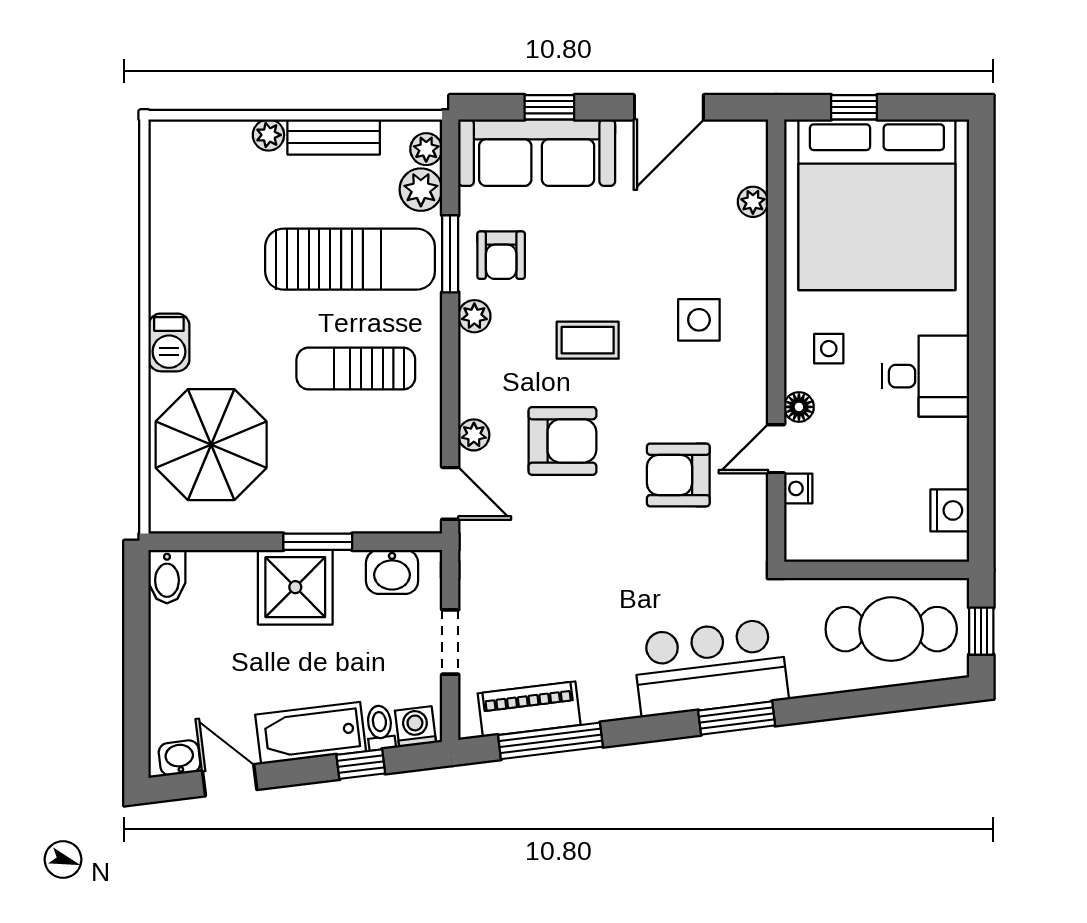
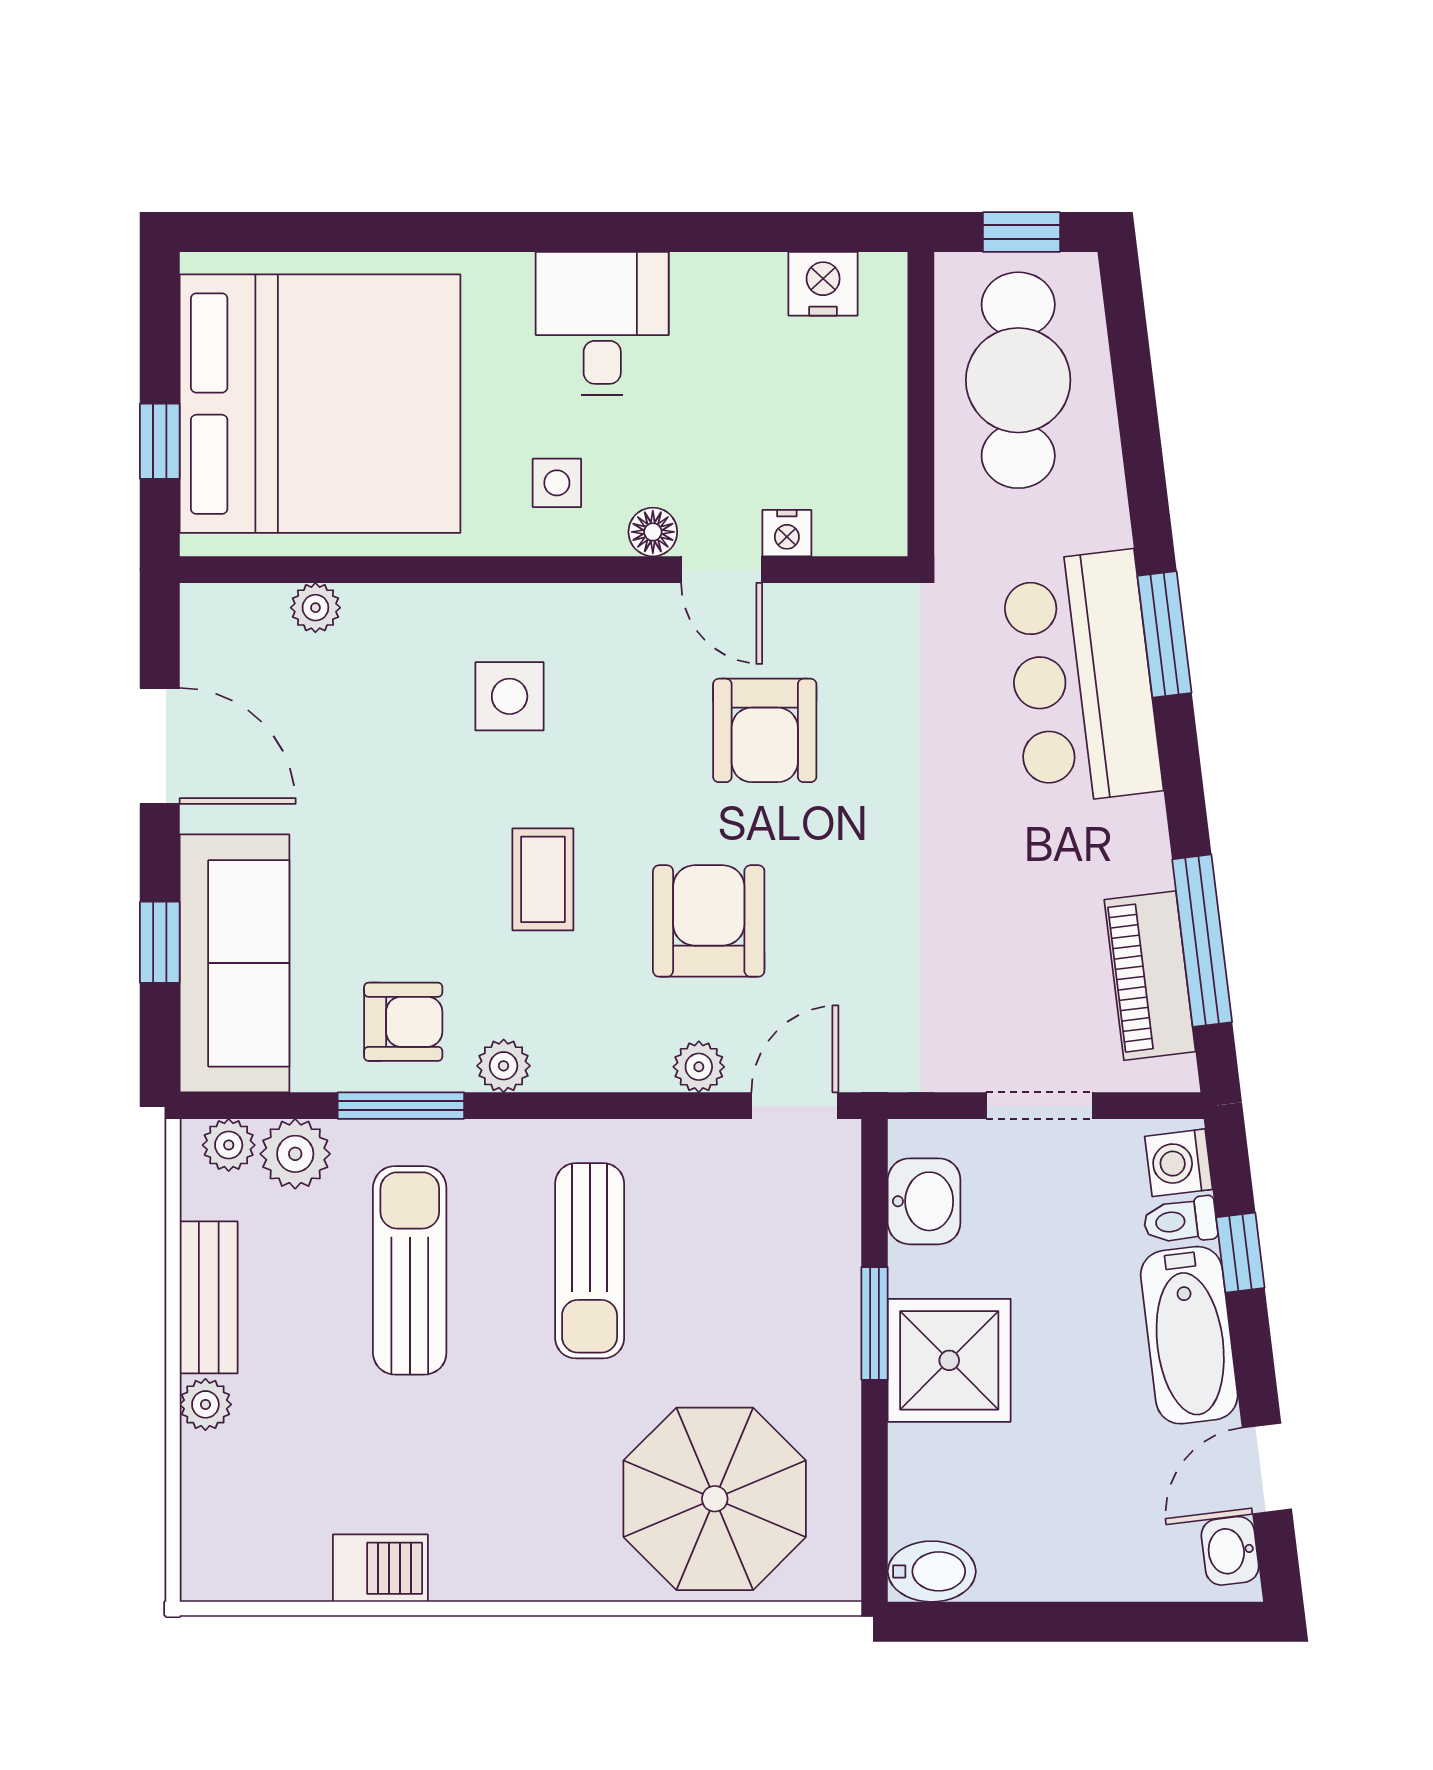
sun lounger: (350, 259) -> (410, 1270), width x0.73, depth x0.75
barbecue: (169, 342) -> (380, 1568), moved

